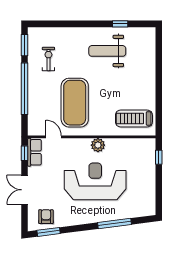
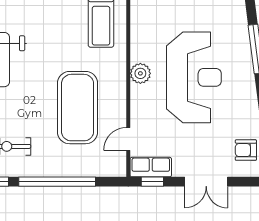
exercise mat: (75, 103) -> (78, 108), turned 90
reception desk: (95, 181) -> (194, 77), turned 180

